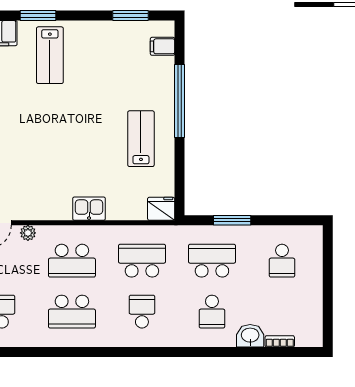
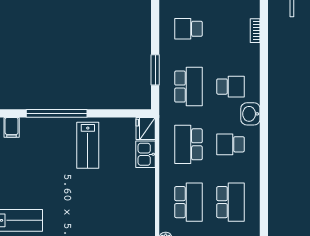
lab bench: (141, 139) -> (88, 145), turned -90
kitchen sink: (89, 209) -> (146, 154), moved
school desk: (212, 261) -> (188, 87), turned 180
school desk: (282, 261) -> (188, 29), turned 180
washbasin: (250, 336) -> (250, 114), moved

